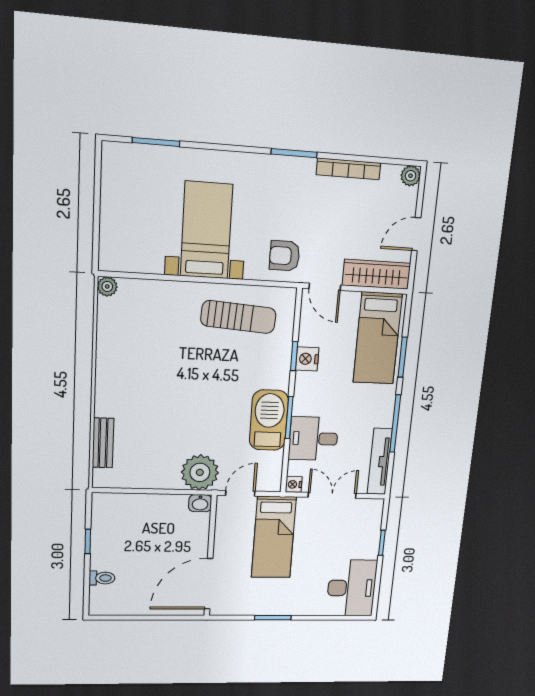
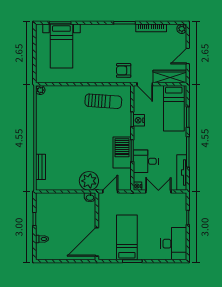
bed with nightstands: (206, 230) -> (61, 46), moved, turned 180
bed: (274, 537) -> (127, 237), moved, turned 180

